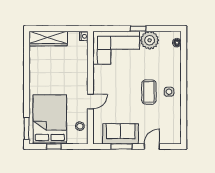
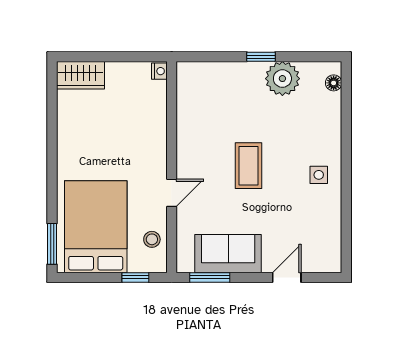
wardrobe: (48, 38) -> (81, 75), width x0.67
corner sofa: (116, 48) -> (220, 92), removed
coffee table: (149, 92) -> (249, 166), moved
window: (54, 147) -> (135, 277), moved
window: (121, 147) -> (210, 277), moved

